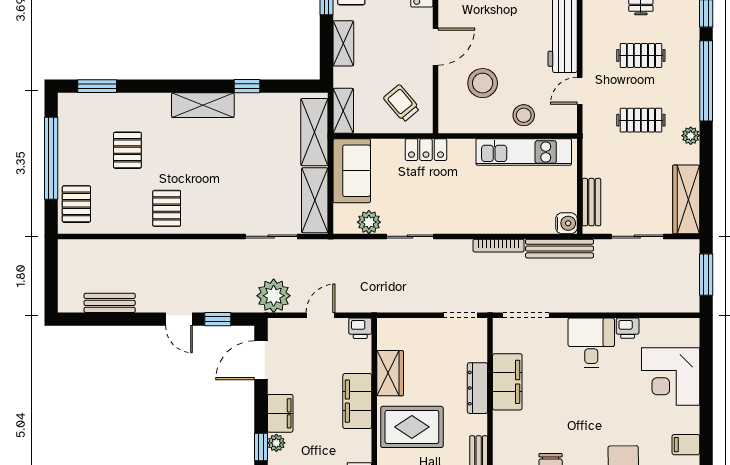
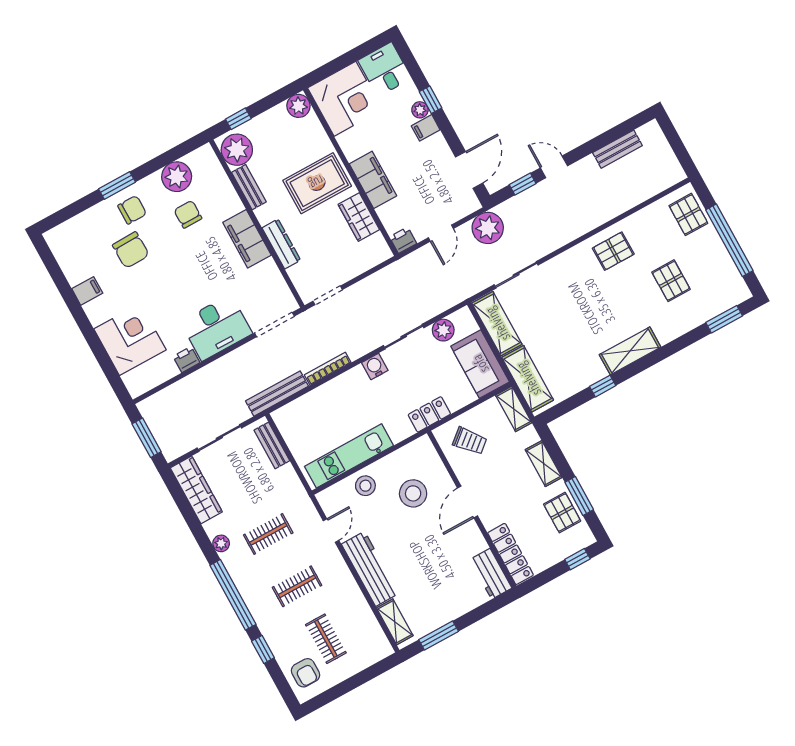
pallet: (167, 208) -> (613, 251), turned 90
water cooler: (566, 223) -> (375, 367), moved, turned 90
desk: (591, 343) -> (216, 328), width x1.37
filing cabinet: (507, 382) -> (247, 239), moved
filing cabinet: (280, 413) -> (426, 128), width x0.50

